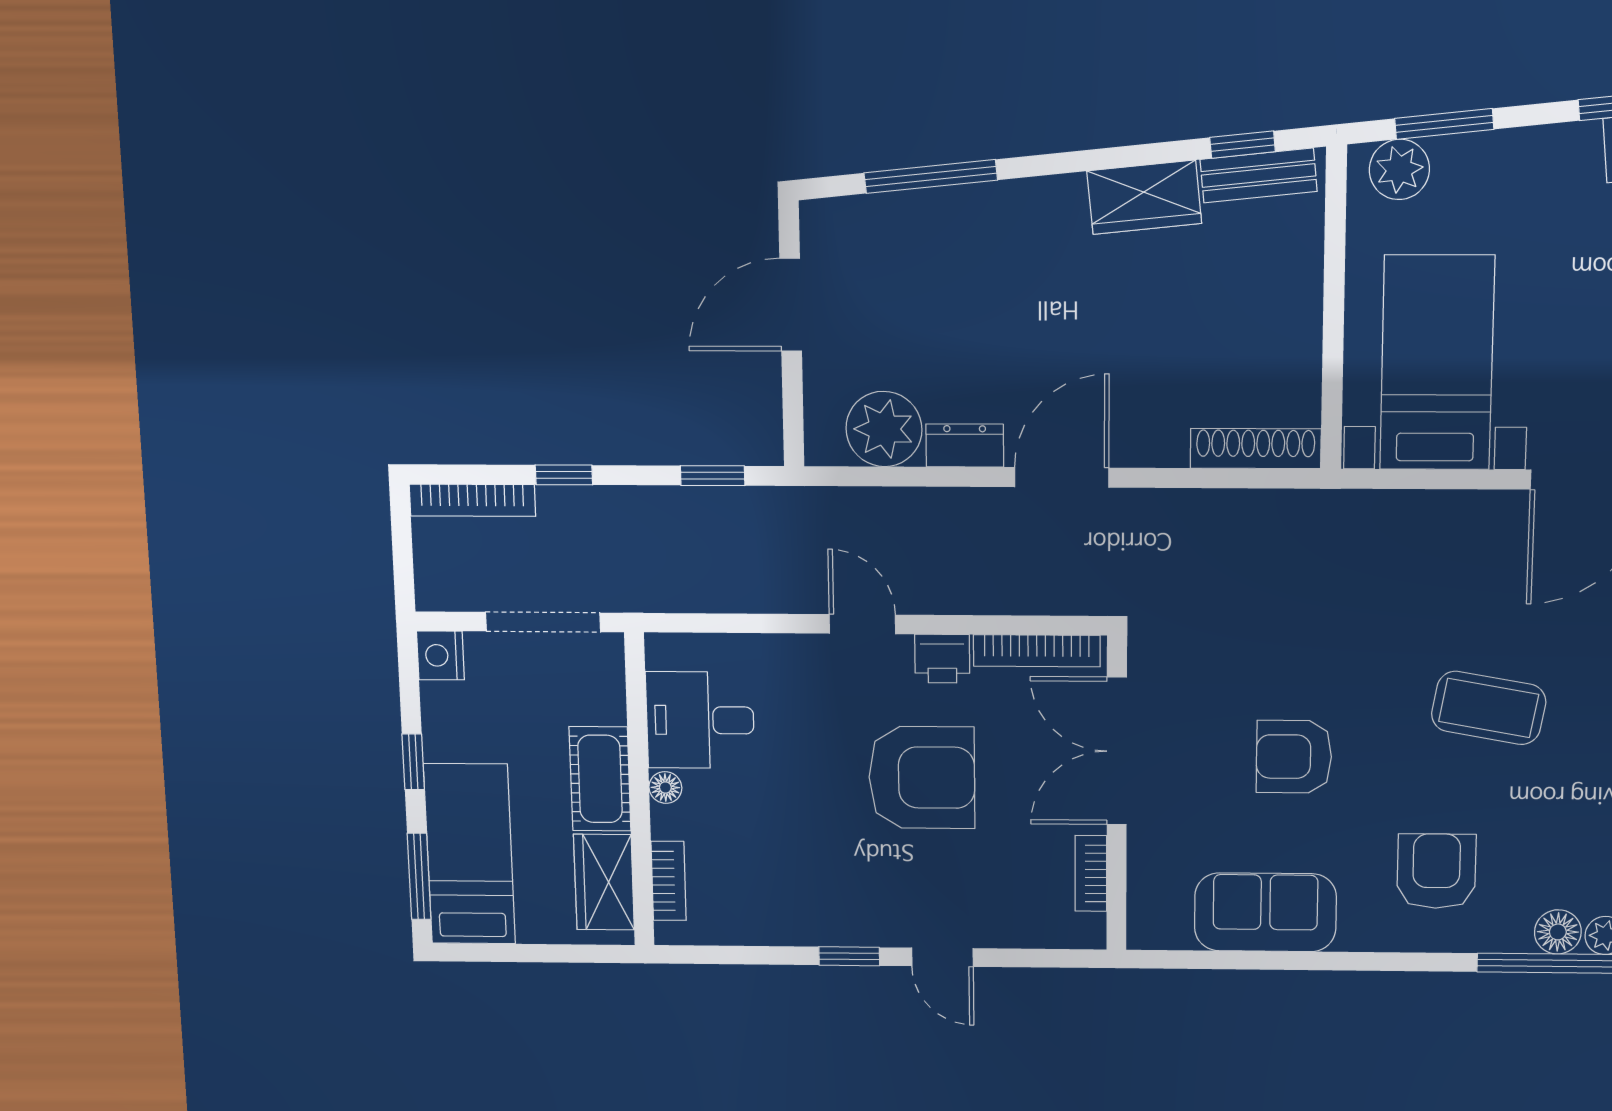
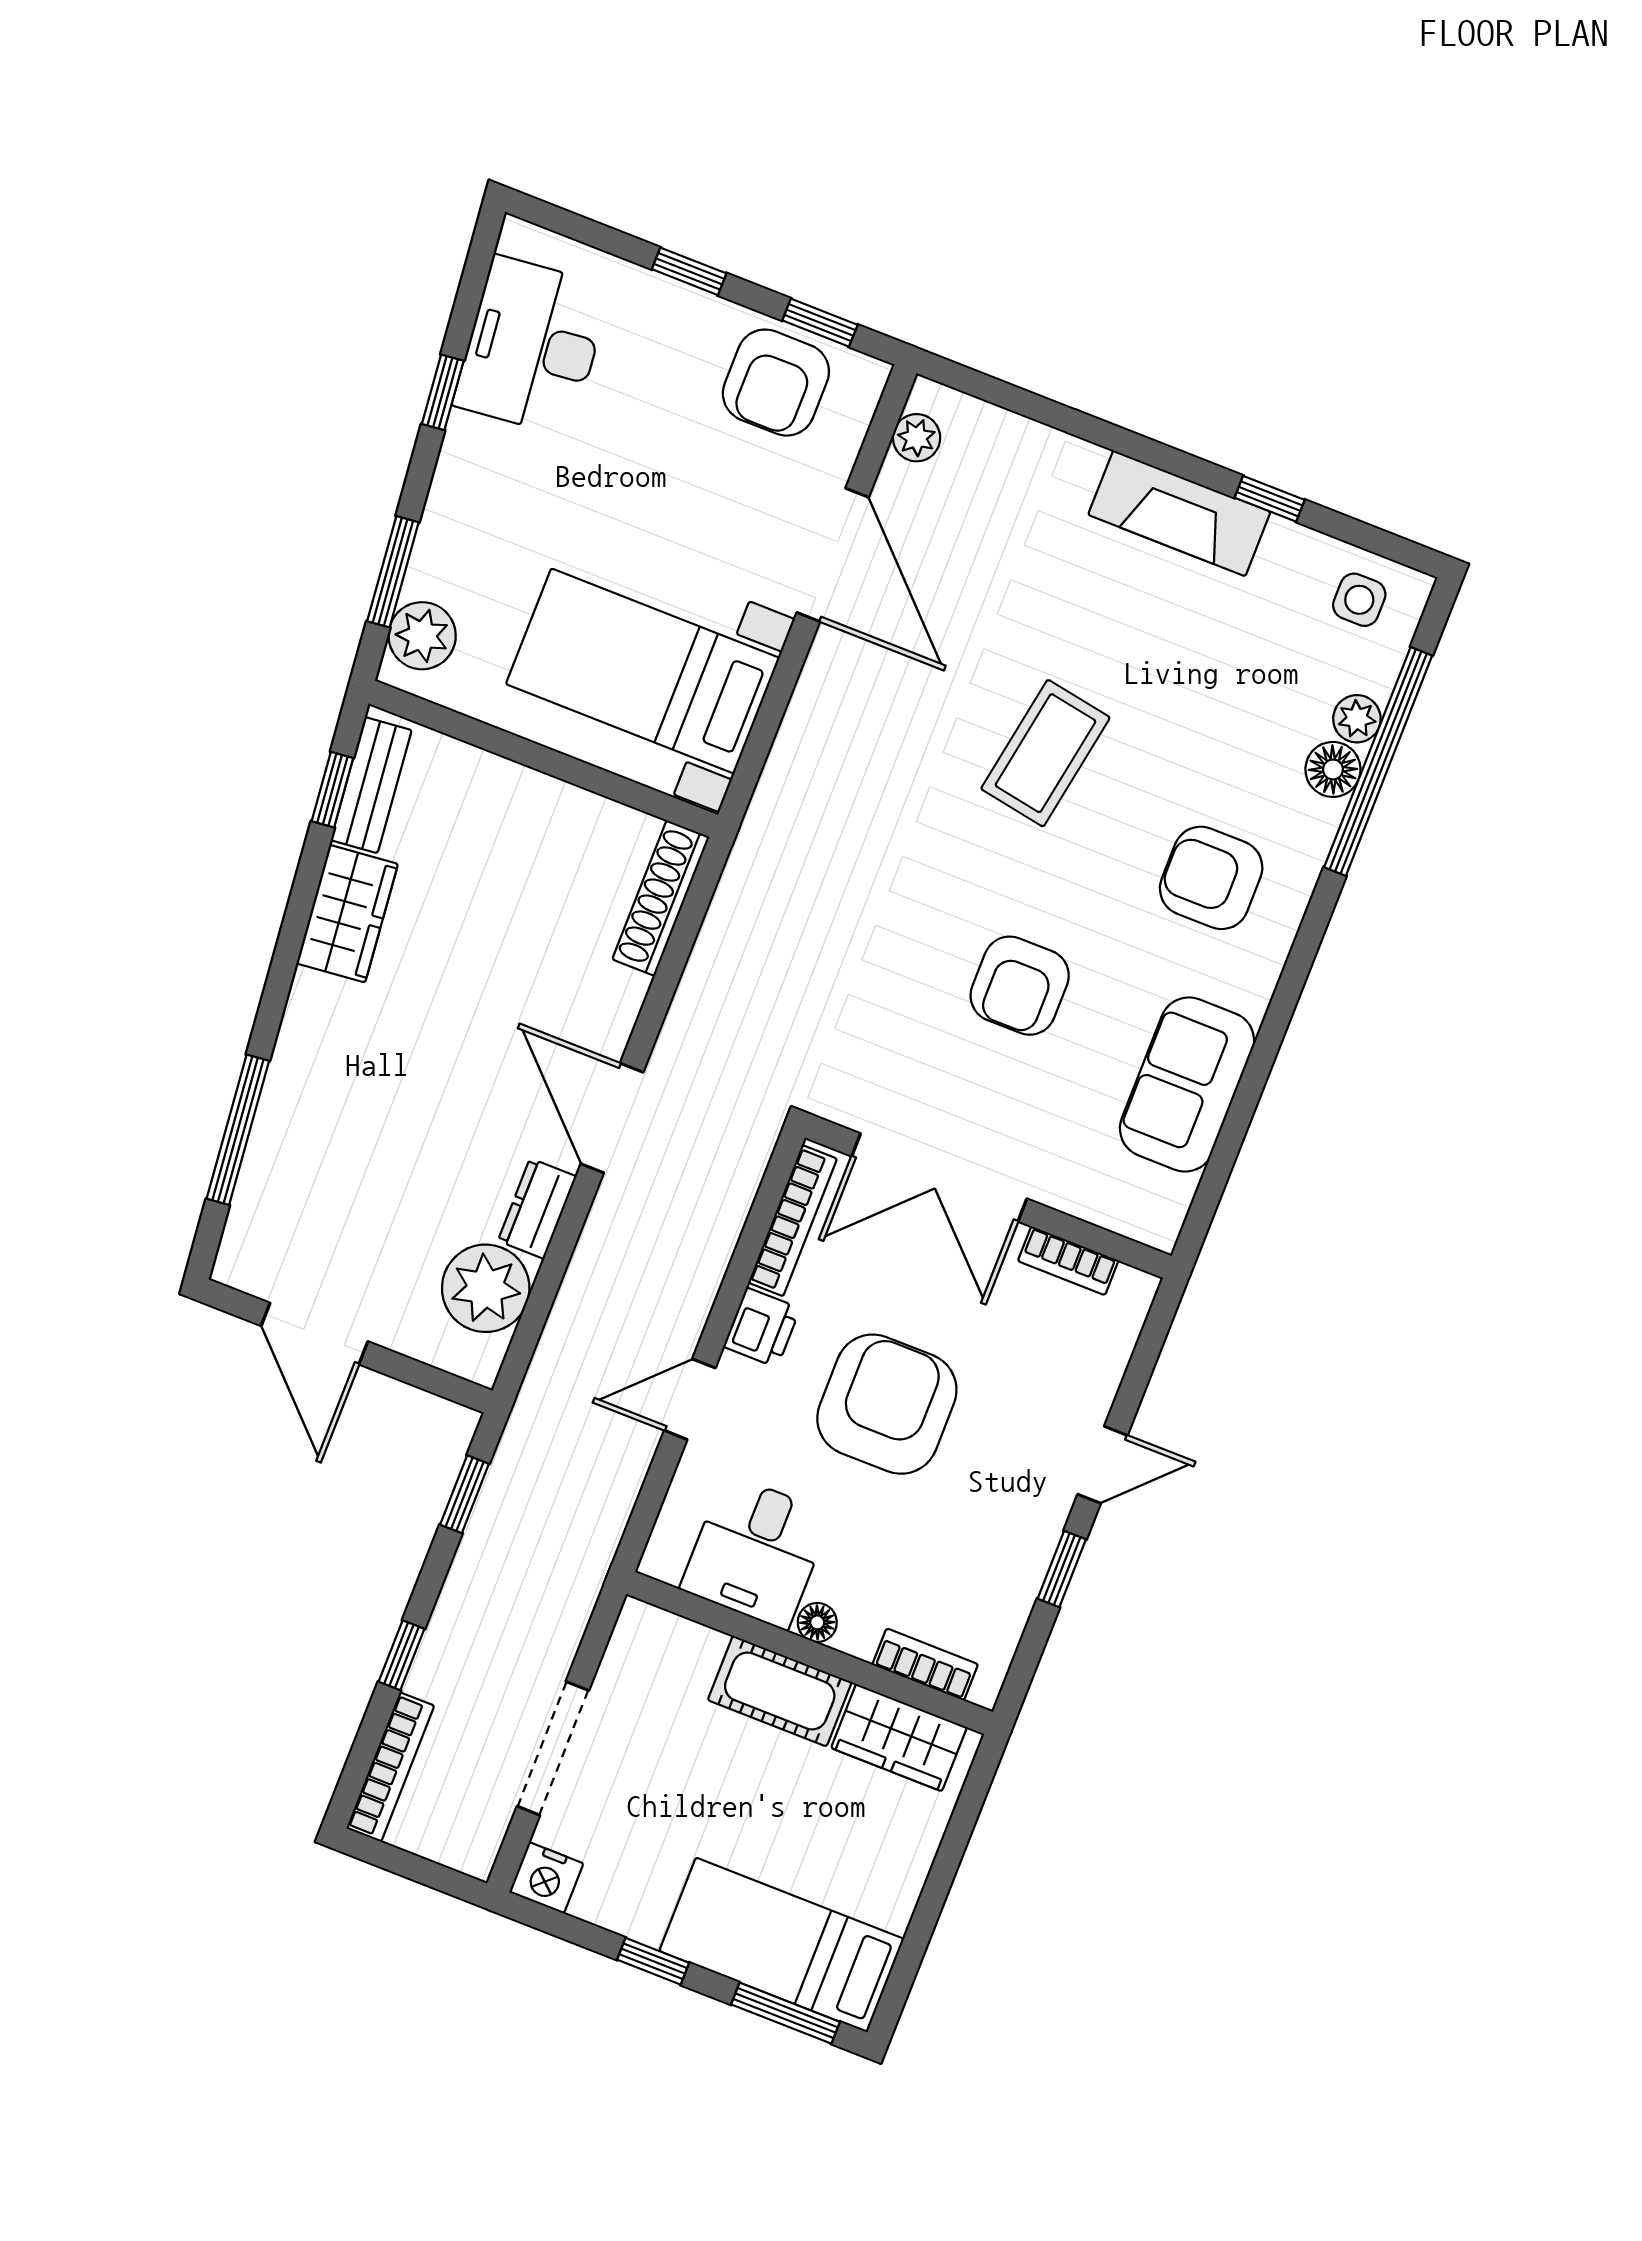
desk: (700, 720) -> (756, 1552), moved
cot: (600, 779) -> (780, 1691), moved
floor lamp: (665, 787) -> (817, 1622), moved
wall: (639, 791) -> (810, 1653), moved
bookcase: (669, 881) -> (925, 1665), moved
wardrobe: (604, 882) -> (899, 1738), moved

